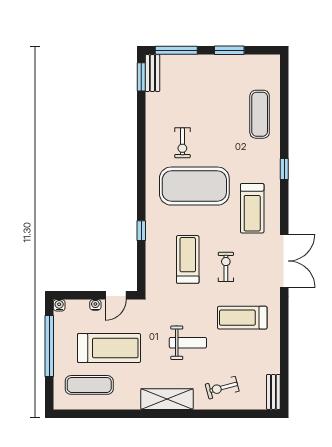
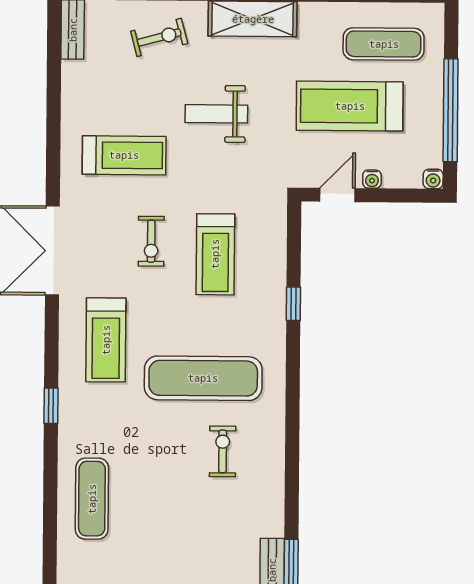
exercise mat: (194, 186) -> (203, 378), width x0.68
treadmill: (252, 208) -> (106, 340), turned 180

